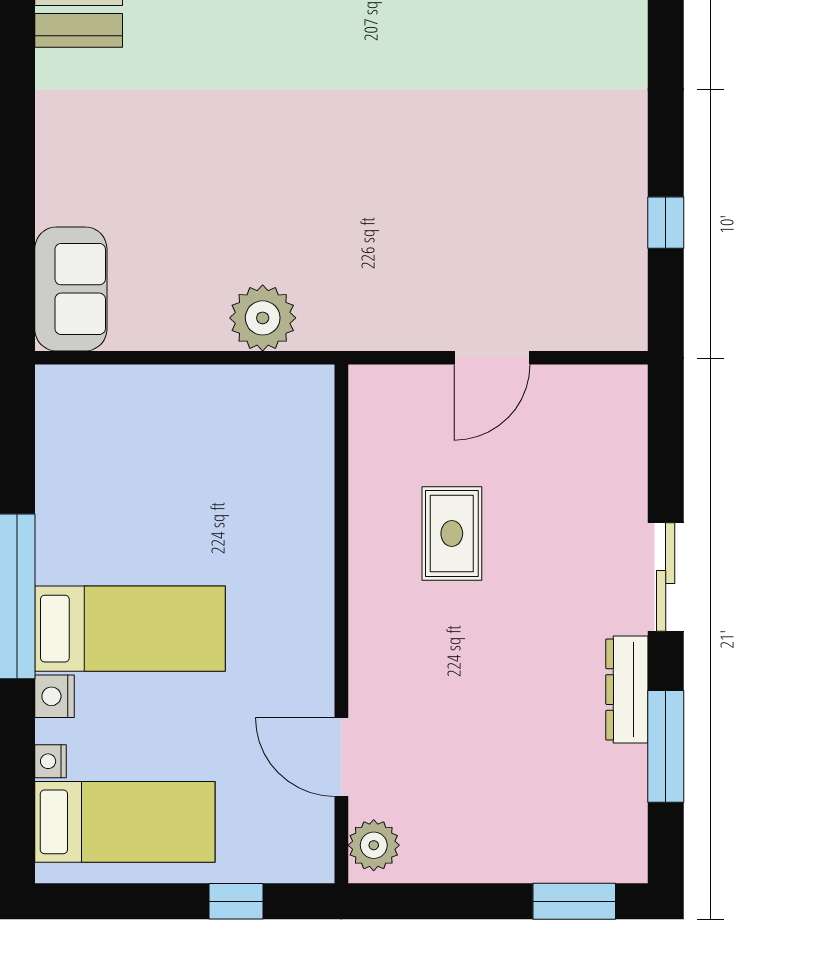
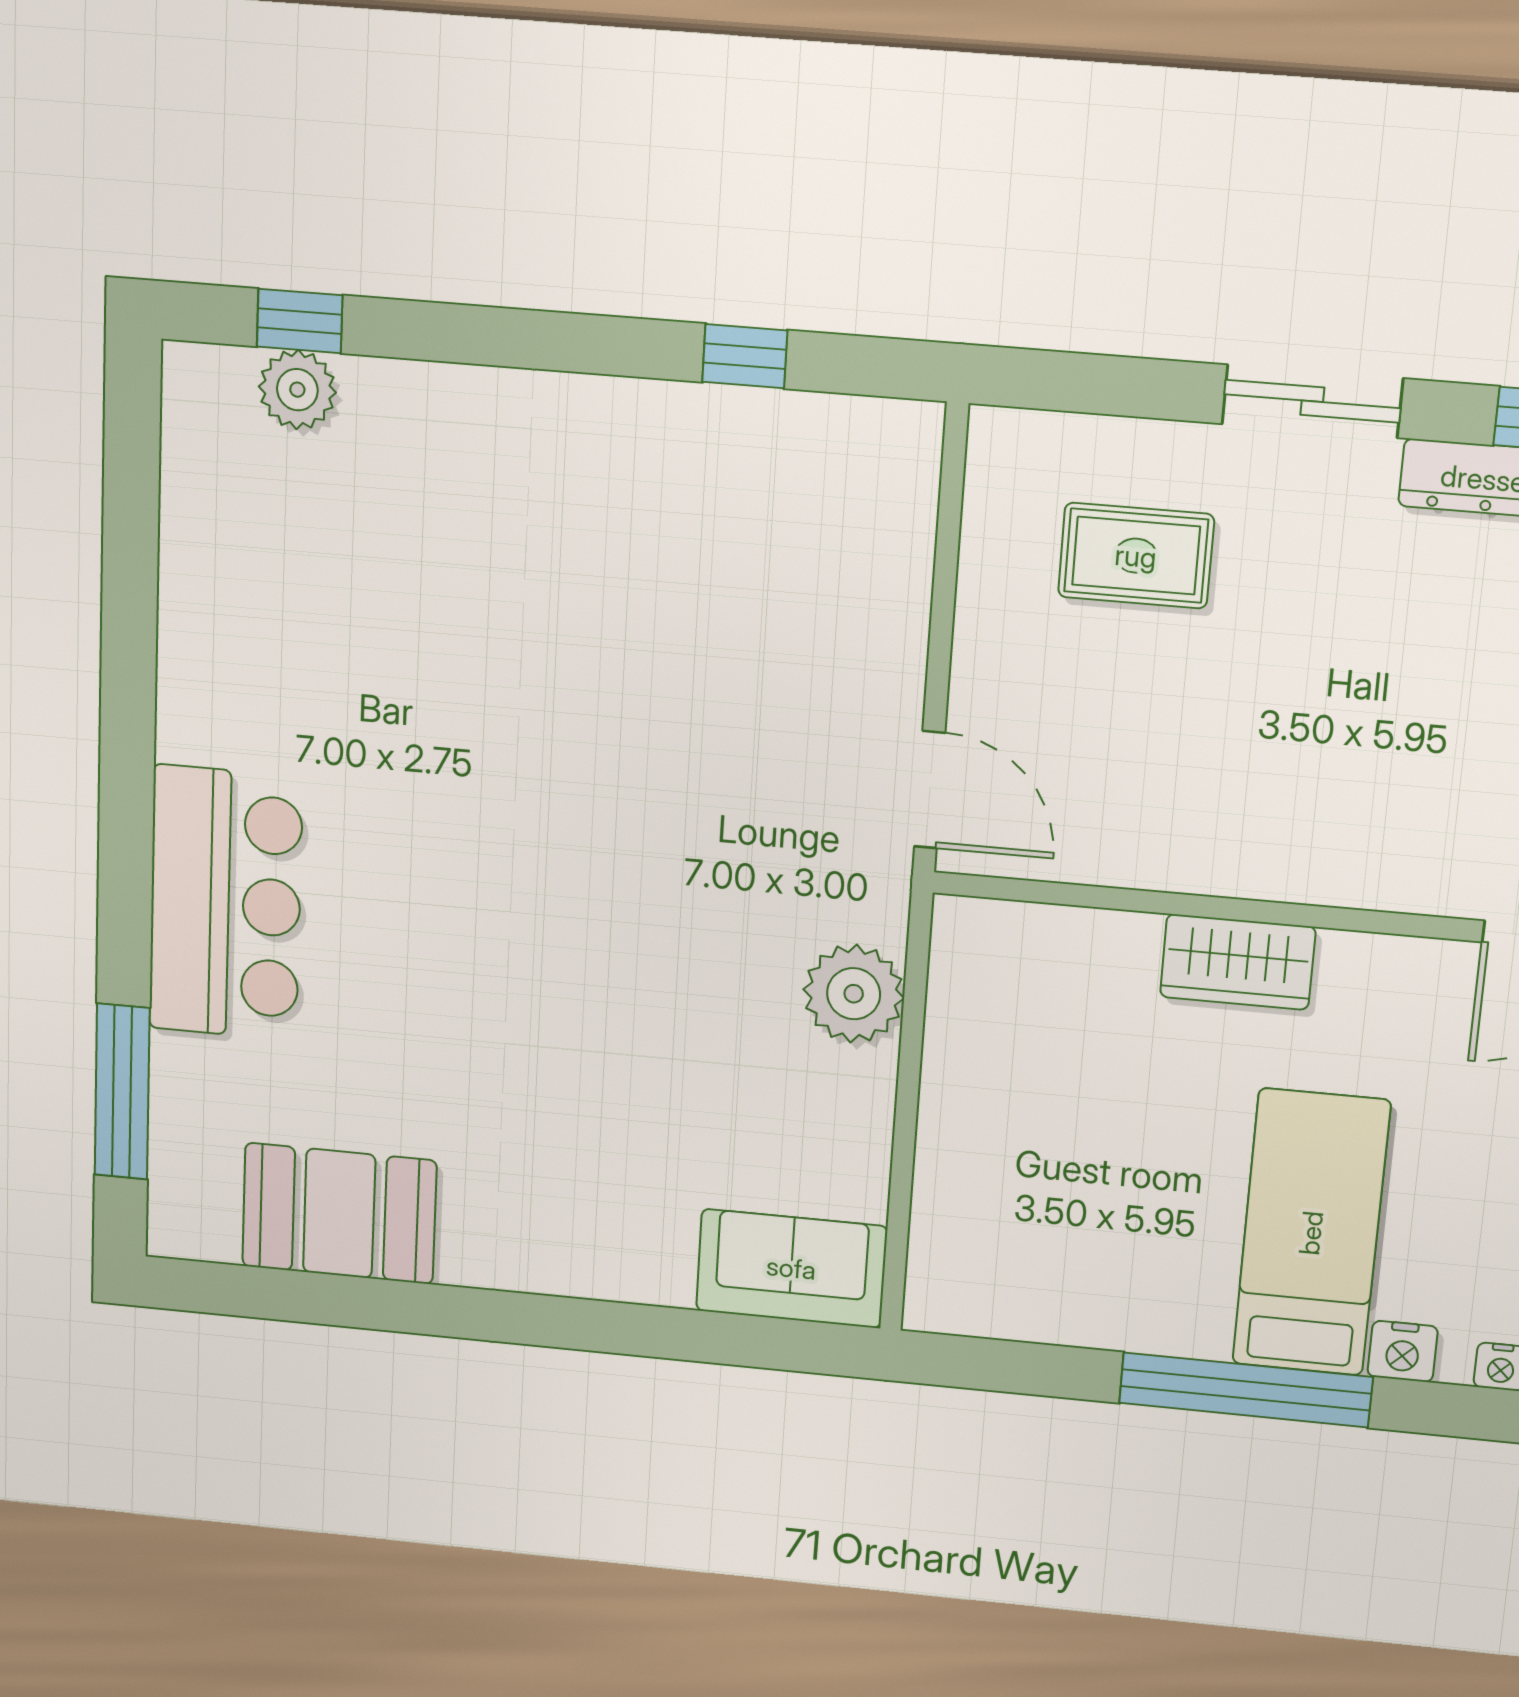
door: (492, 358) -> (930, 790), moved
rug: (452, 533) -> (1136, 556), moved
wardrobe: (307, 564) -> (1238, 962), added

